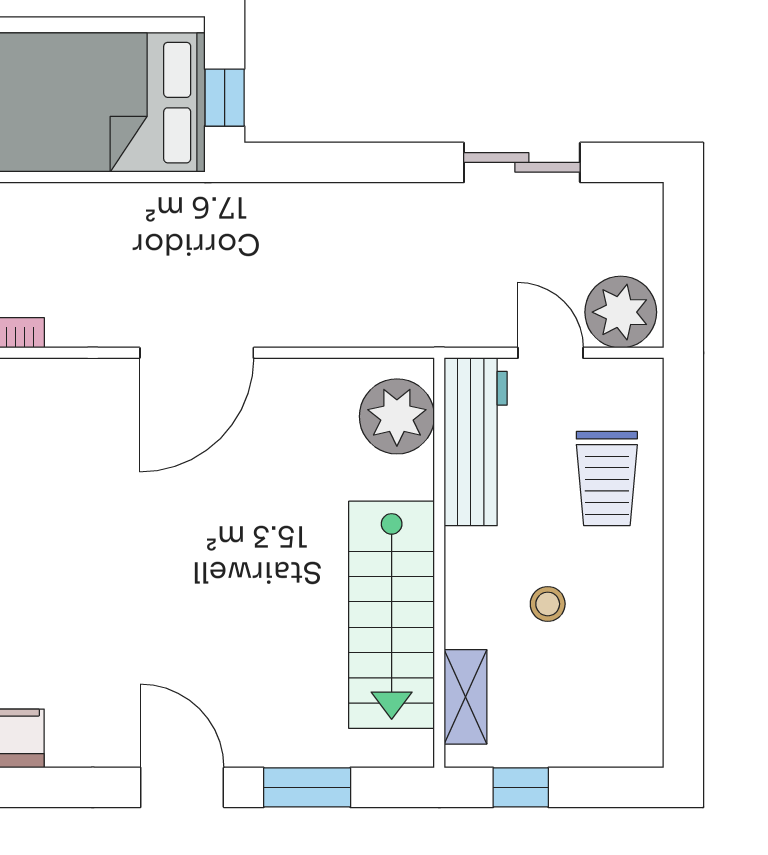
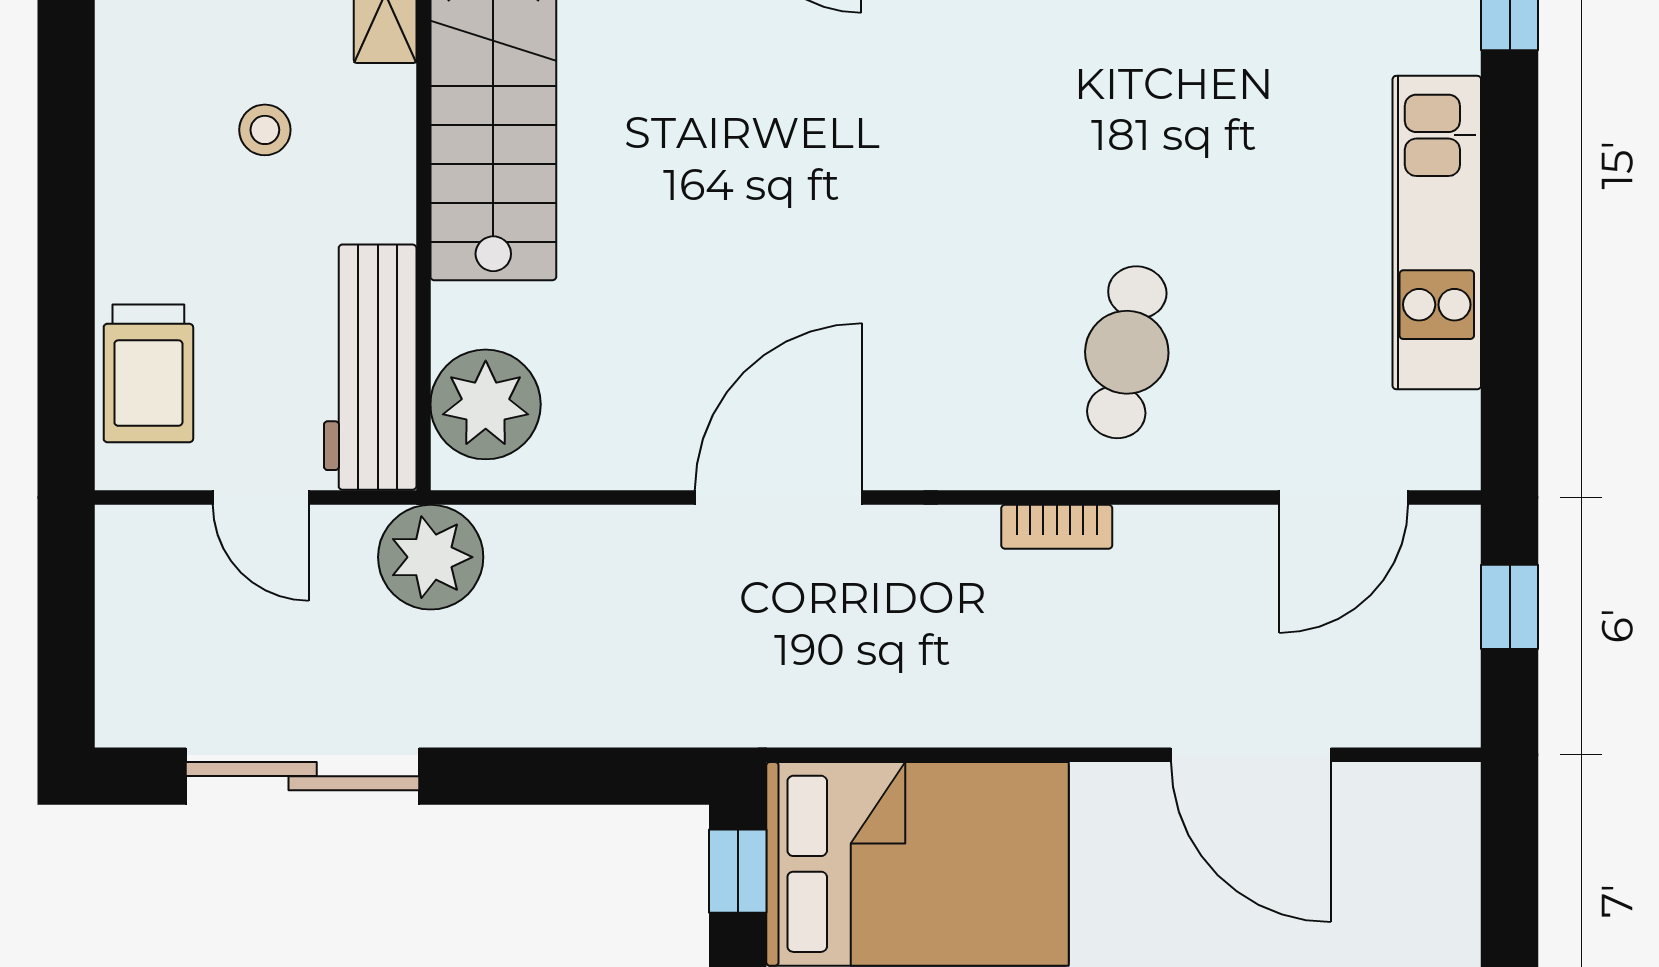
sliding door: (522, 162) -> (303, 776), width x1.37
plant: (621, 312) -> (431, 557), moved
trolley: (607, 479) -> (148, 373), moved, turned 180

